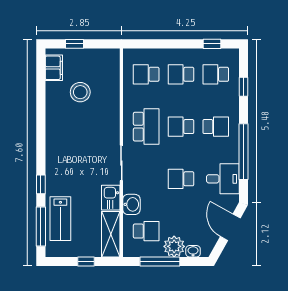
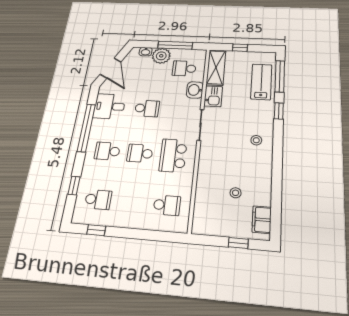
school desk: (181, 74) -> (132, 202), removed
stool: (80, 92) -> (236, 193), width x0.53, depth x0.53
school desk: (181, 127) -> (140, 153), turned 180
stool: (63, 149) -> (256, 140), added

